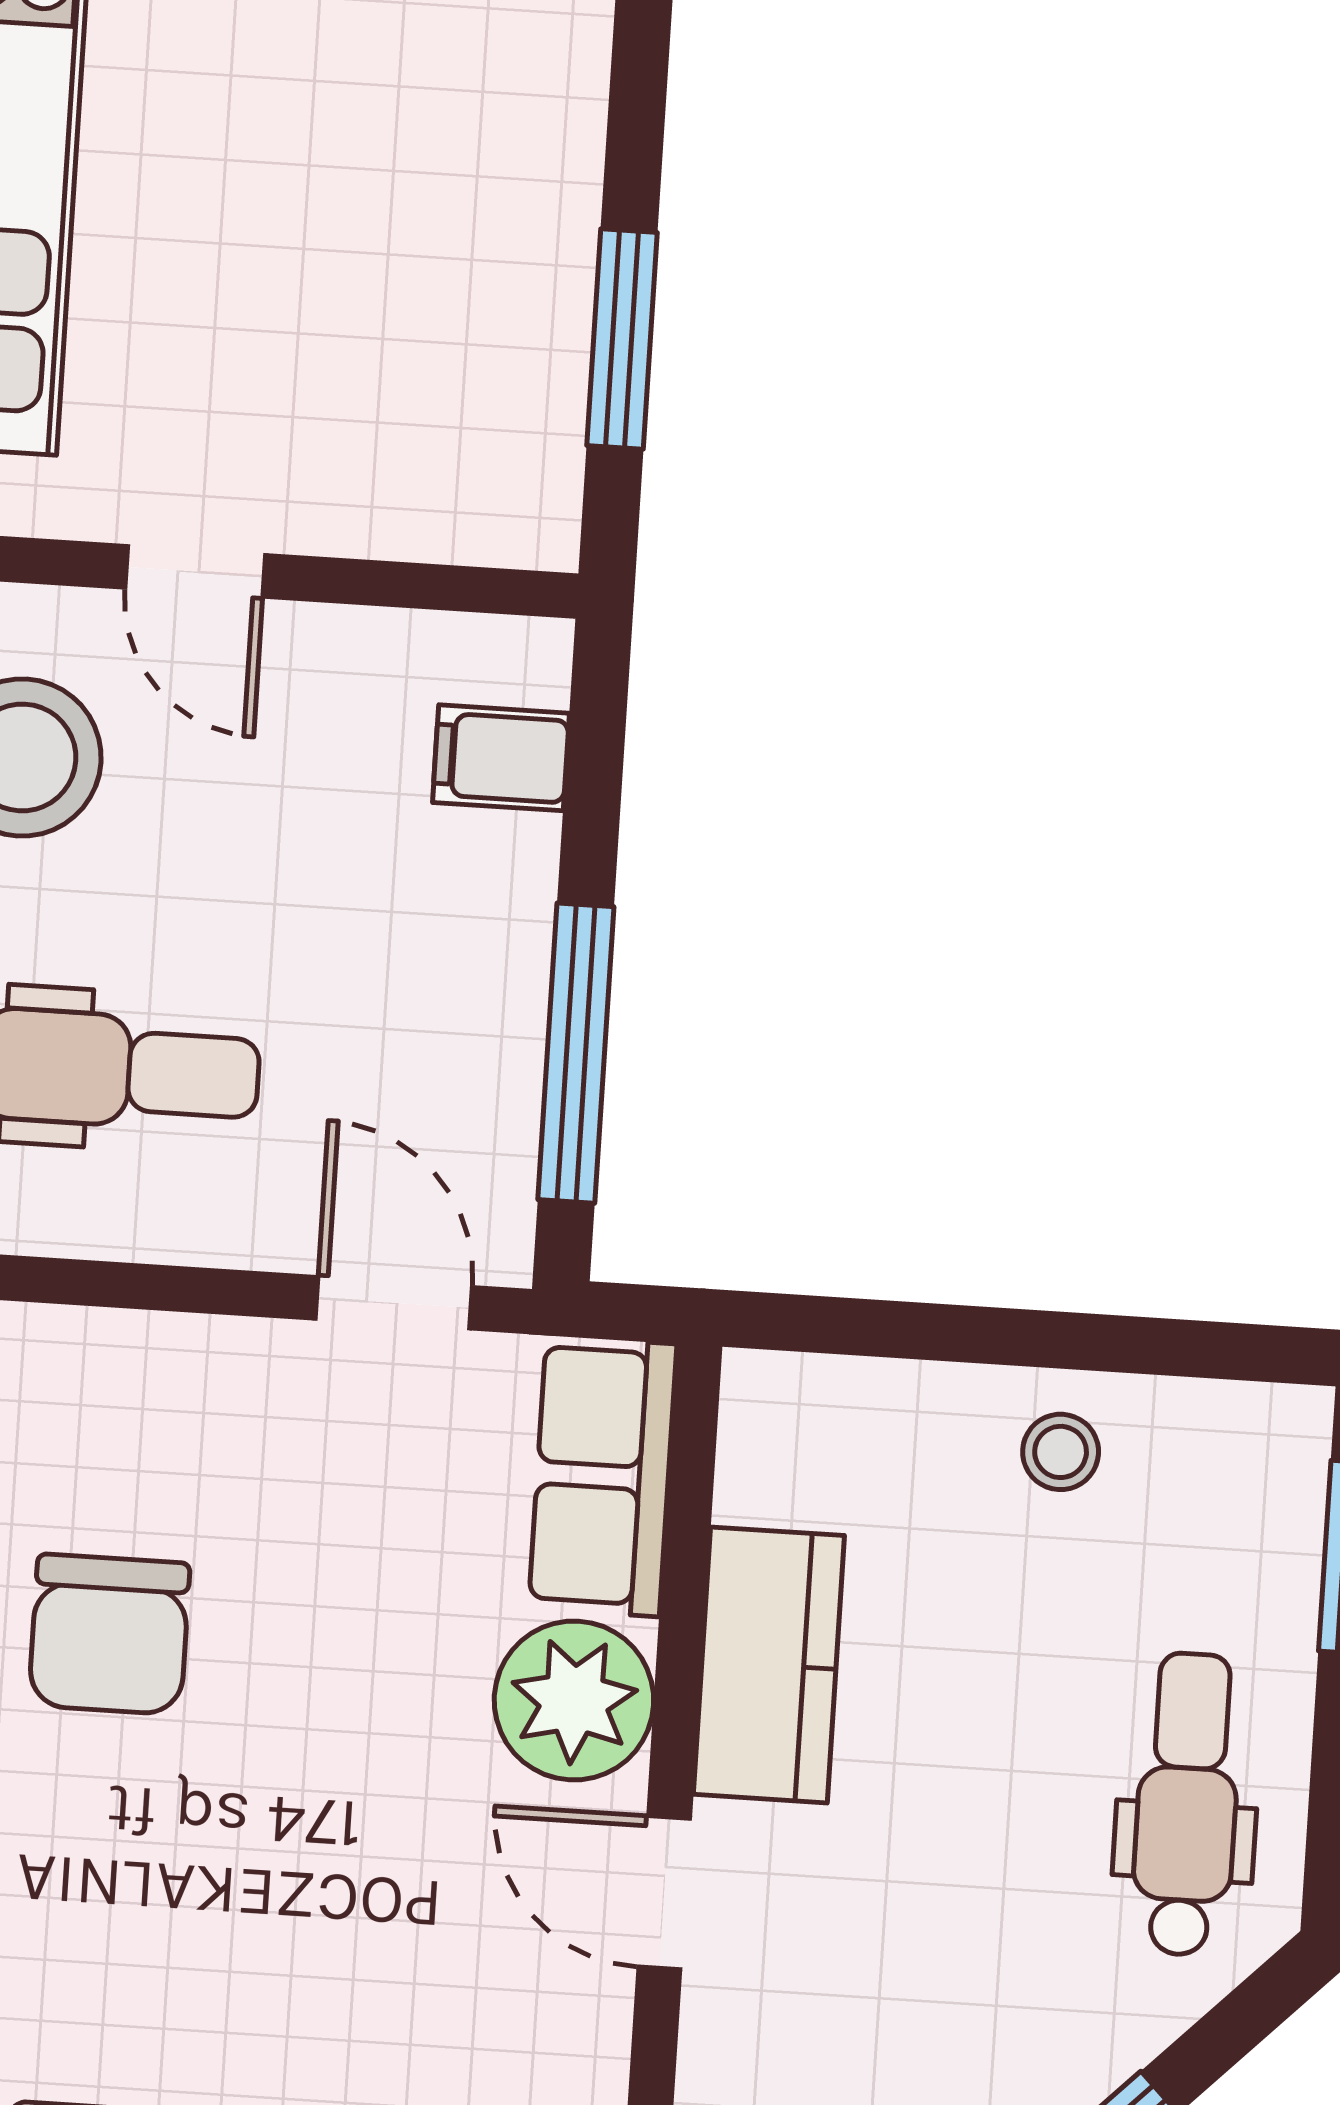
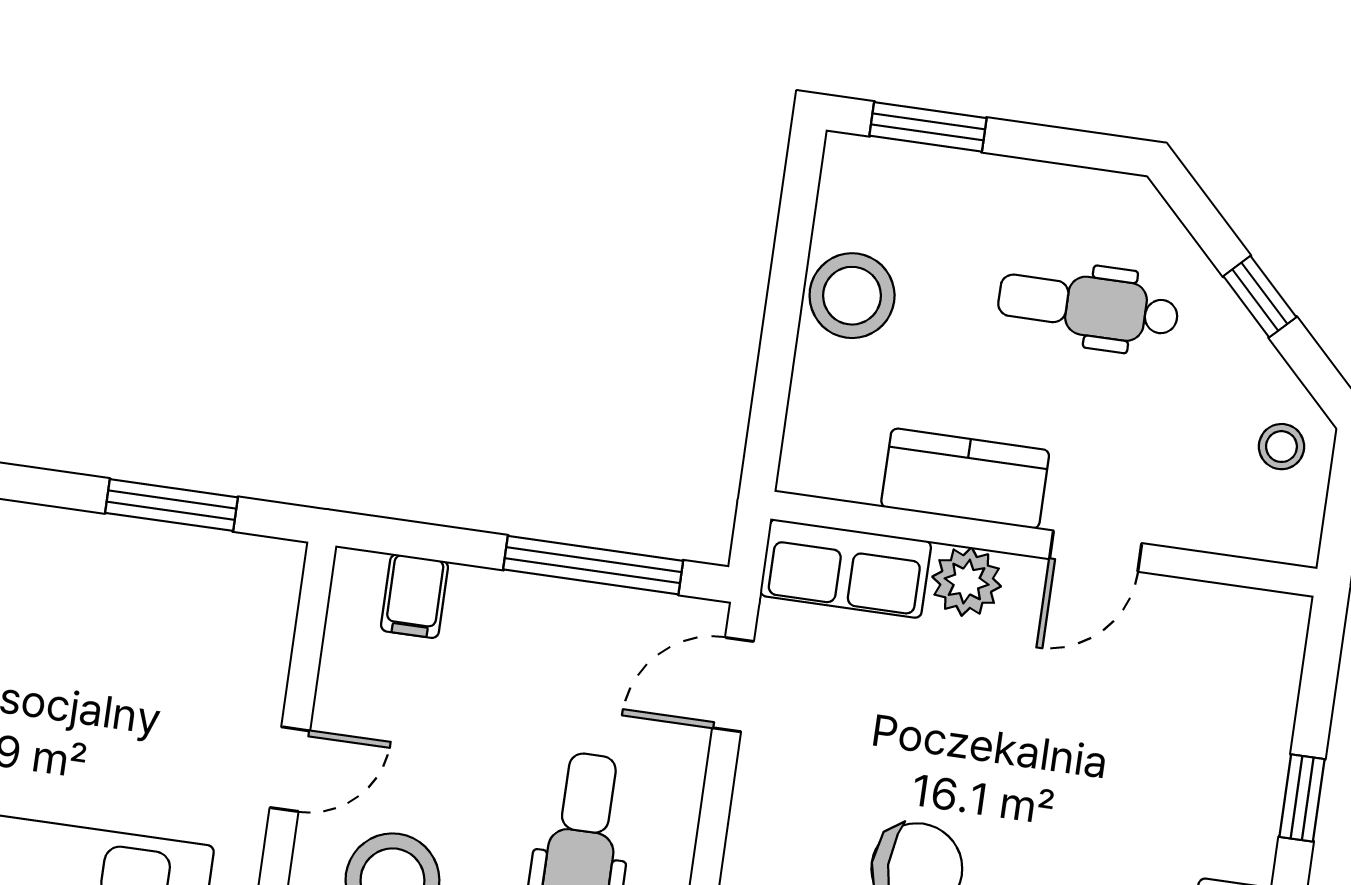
stool: (1061, 1452) -> (852, 296), width x1.89, depth x1.89
plant: (574, 1701) -> (967, 582), width x0.73, depth x0.73
dental chair: (1187, 1804) -> (1088, 306), moved

